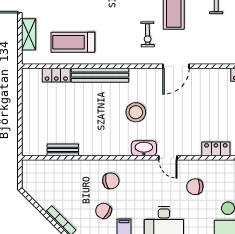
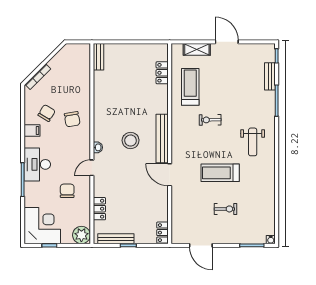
exercise bike: (148, 34) -> (210, 120), moved
bench: (100, 75) -> (162, 139), moved
washbasin: (144, 148) -> (98, 147), width x0.52, depth x0.69
bench: (63, 150) -> (98, 57), moved

